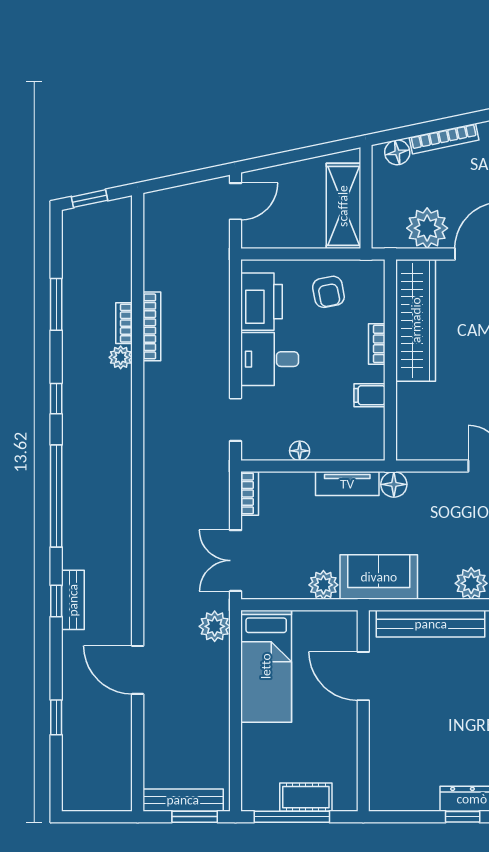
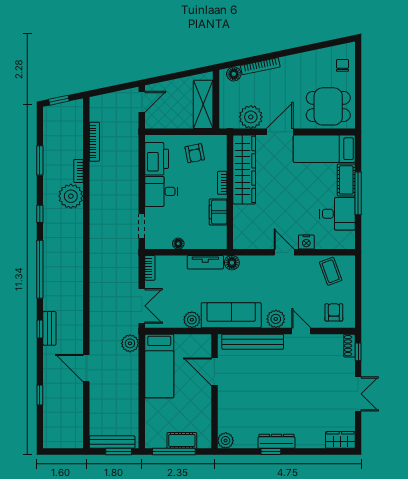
bookcase: (152, 326) -> (94, 142), moved
plant: (121, 357) -> (71, 196), width x1.87, depth x1.87
filing cabinet: (370, 395) -> (218, 212), width x2.00
double door: (235, 561) -> (142, 306), swing flipped
sofa: (379, 577) -> (231, 315), width x1.36
plant: (383, 797) -> (226, 440), added

